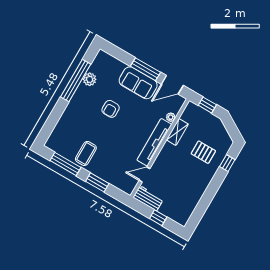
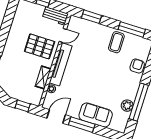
sofa: (138, 83) -> (96, 115), moved
armchair: (111, 109) -> (137, 66), moved
pallet: (203, 152) -> (40, 46), moved, width x1.50, depth x1.42
window: (97, 182) -> (92, 17), moved

